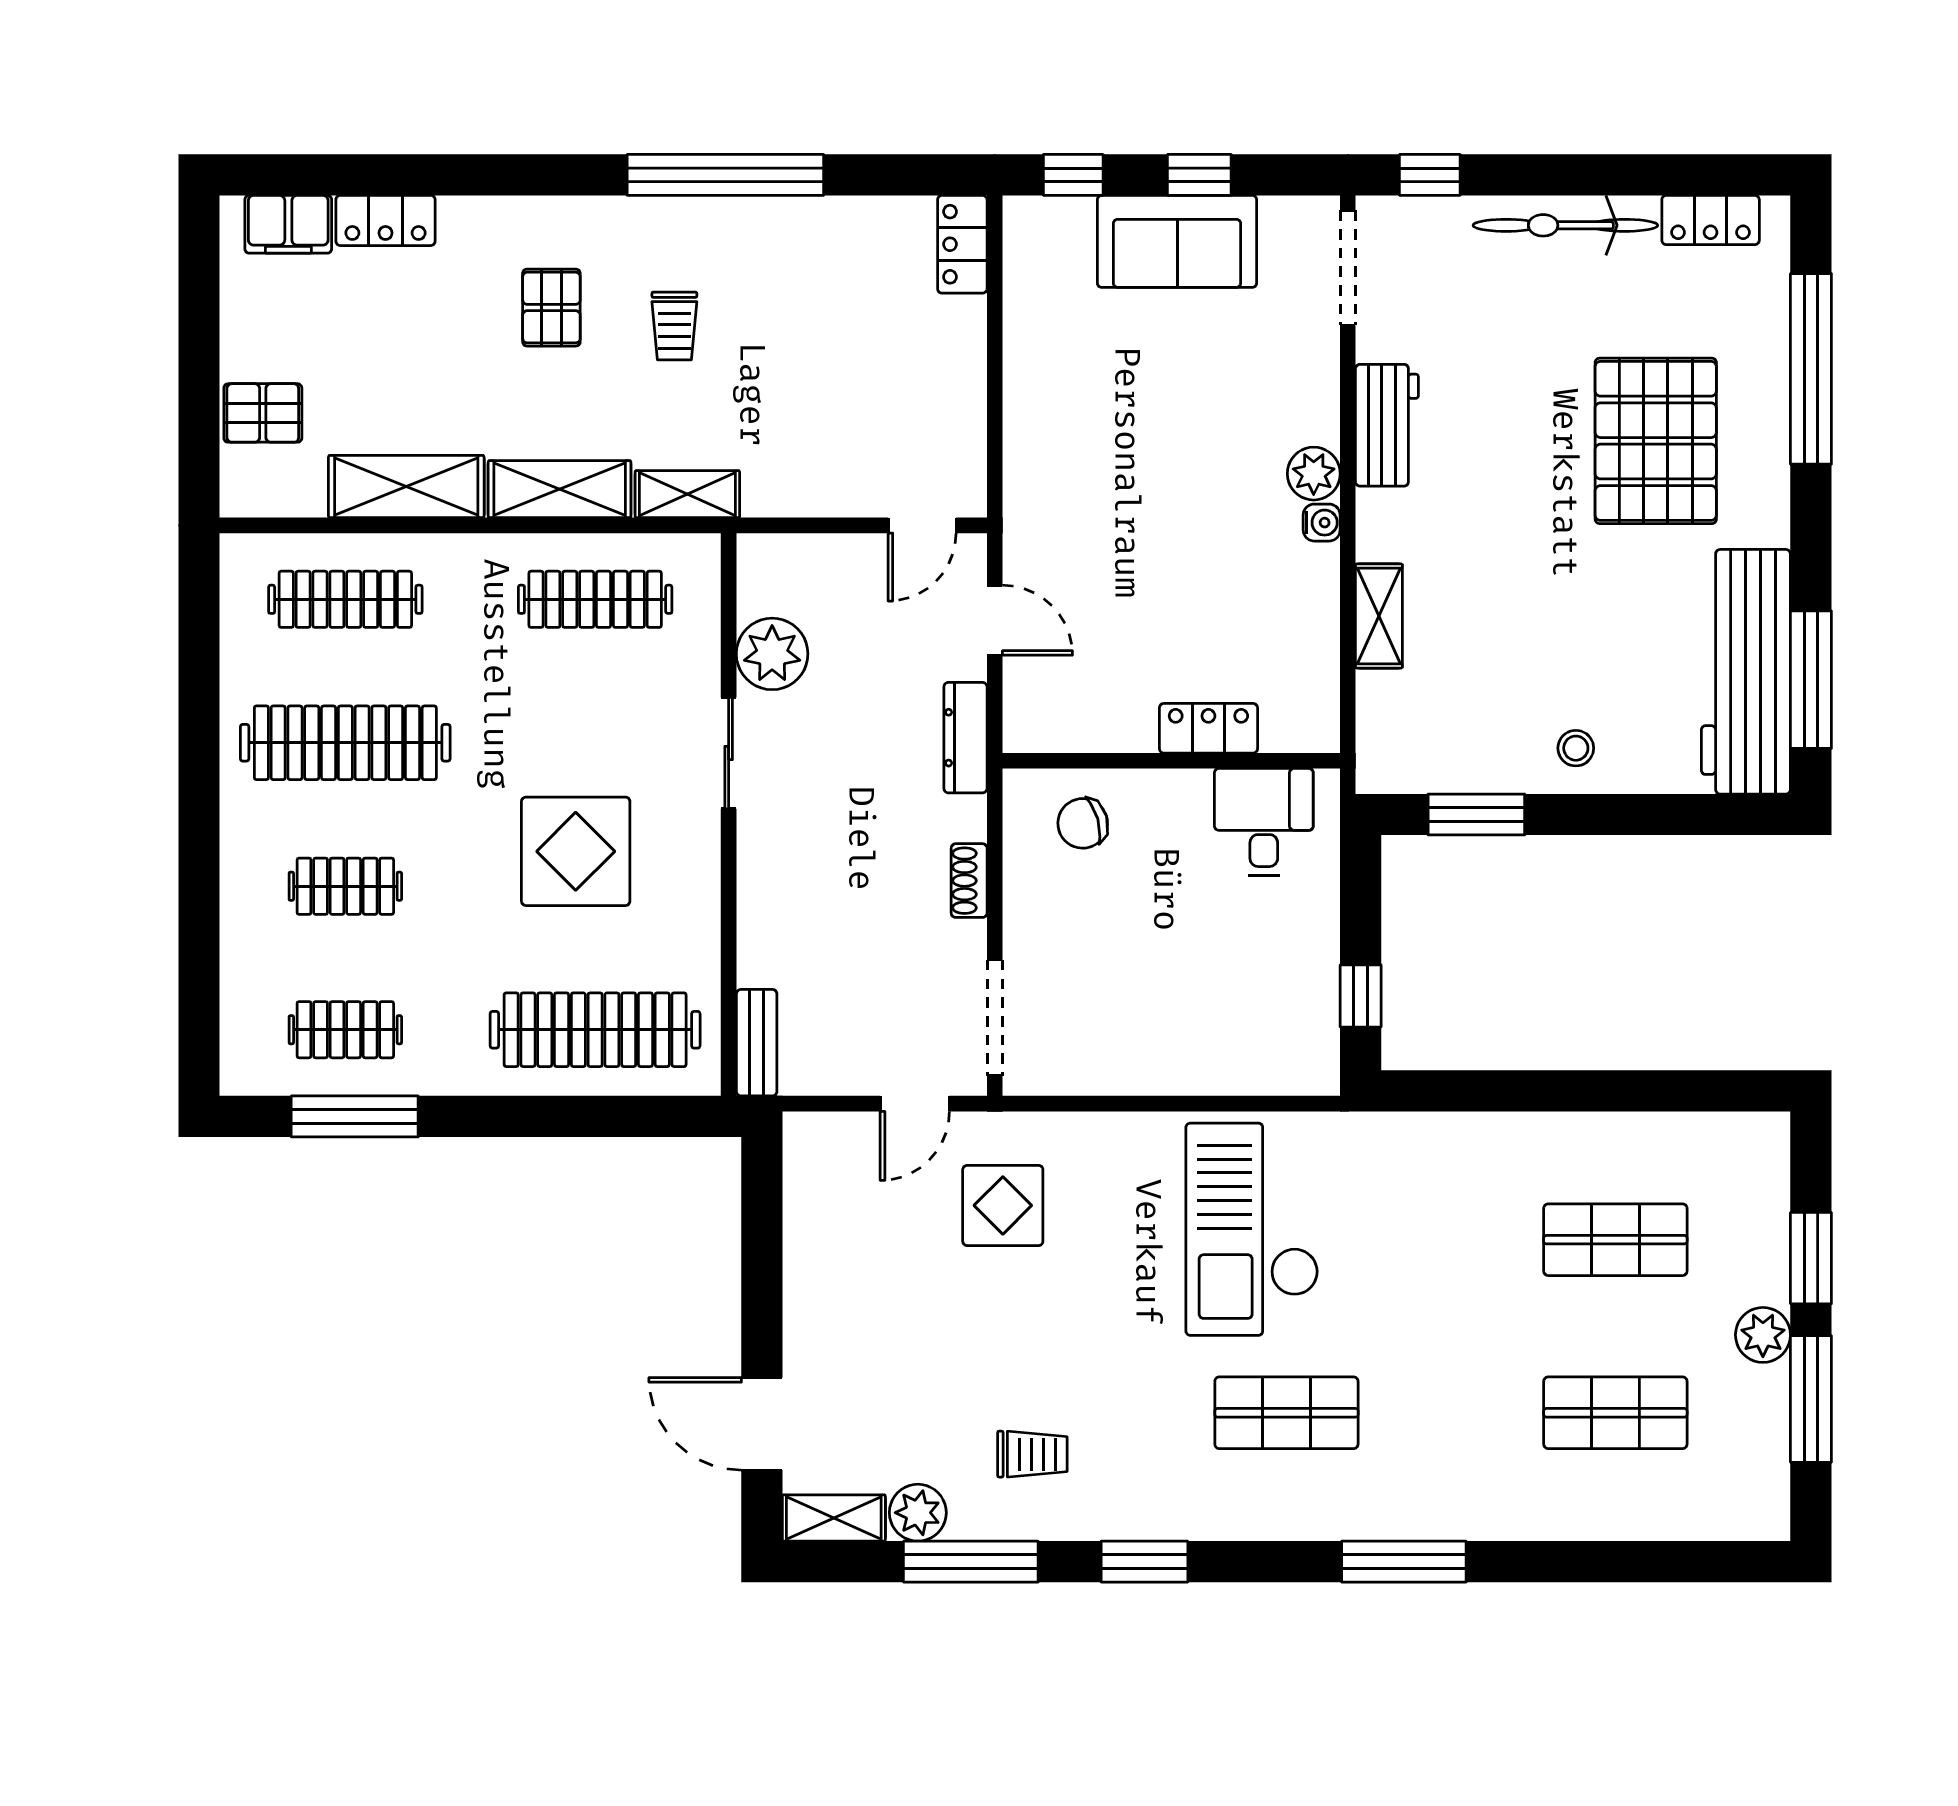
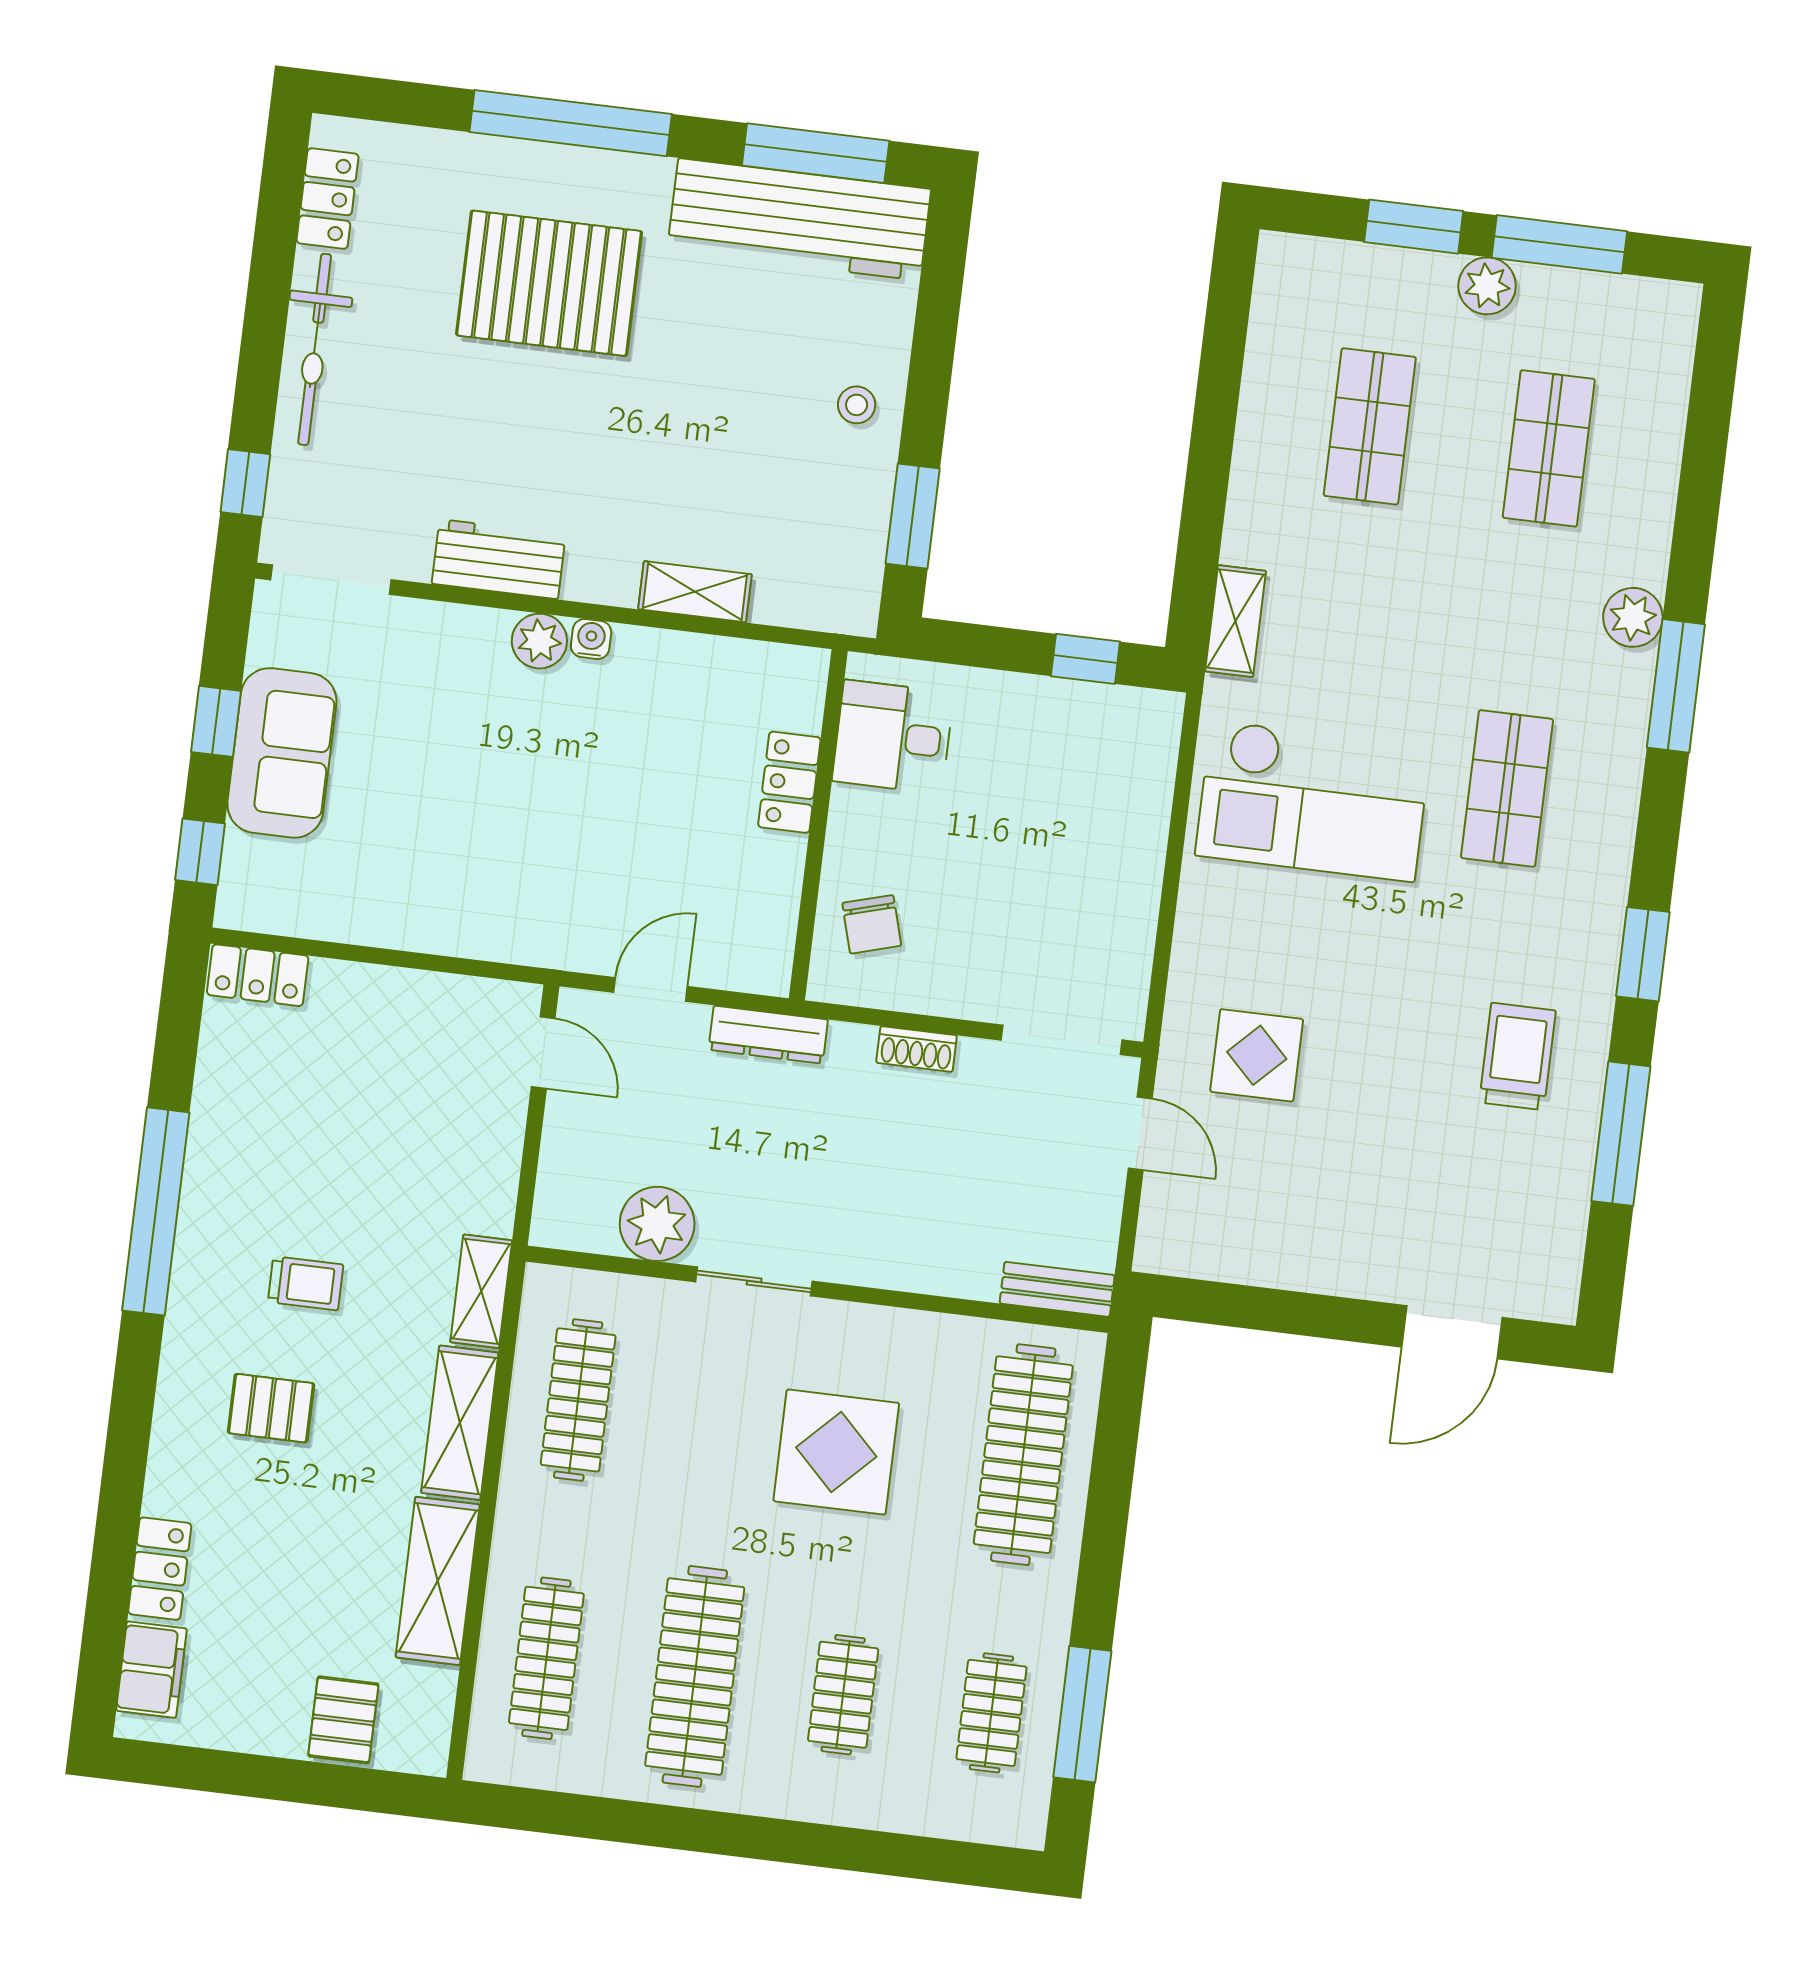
window: (1811, 369) -> (571, 123), moved
trolley: (1032, 1454) -> (1517, 1056), width x1.36, depth x1.39
plant: (918, 1513) -> (1633, 617), moved
shelving: (834, 1518) -> (1235, 621), moved

